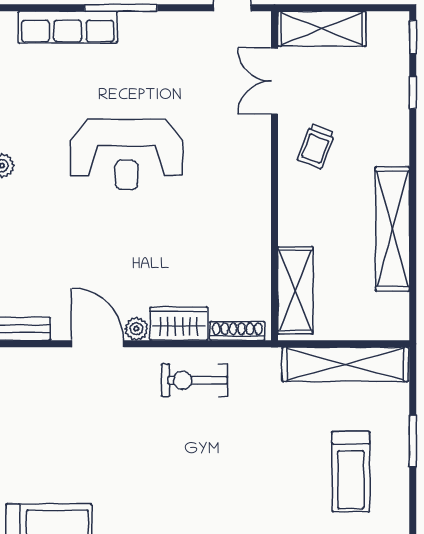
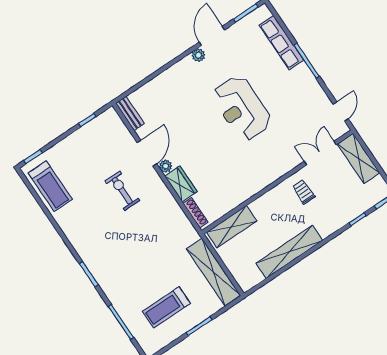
trolley: (316, 146) -> (304, 192), turned 69
exercise bike: (194, 380) -> (122, 191), moved

